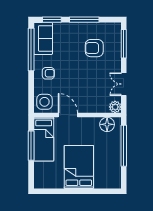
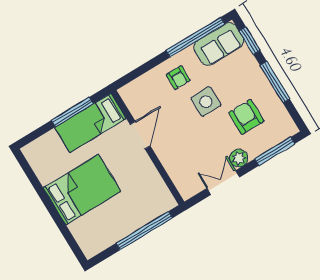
side table: (45, 102) -> (206, 102), moved
plant: (115, 107) -> (239, 158), moved
floor lamp: (107, 124) -> (159, 193), removed

